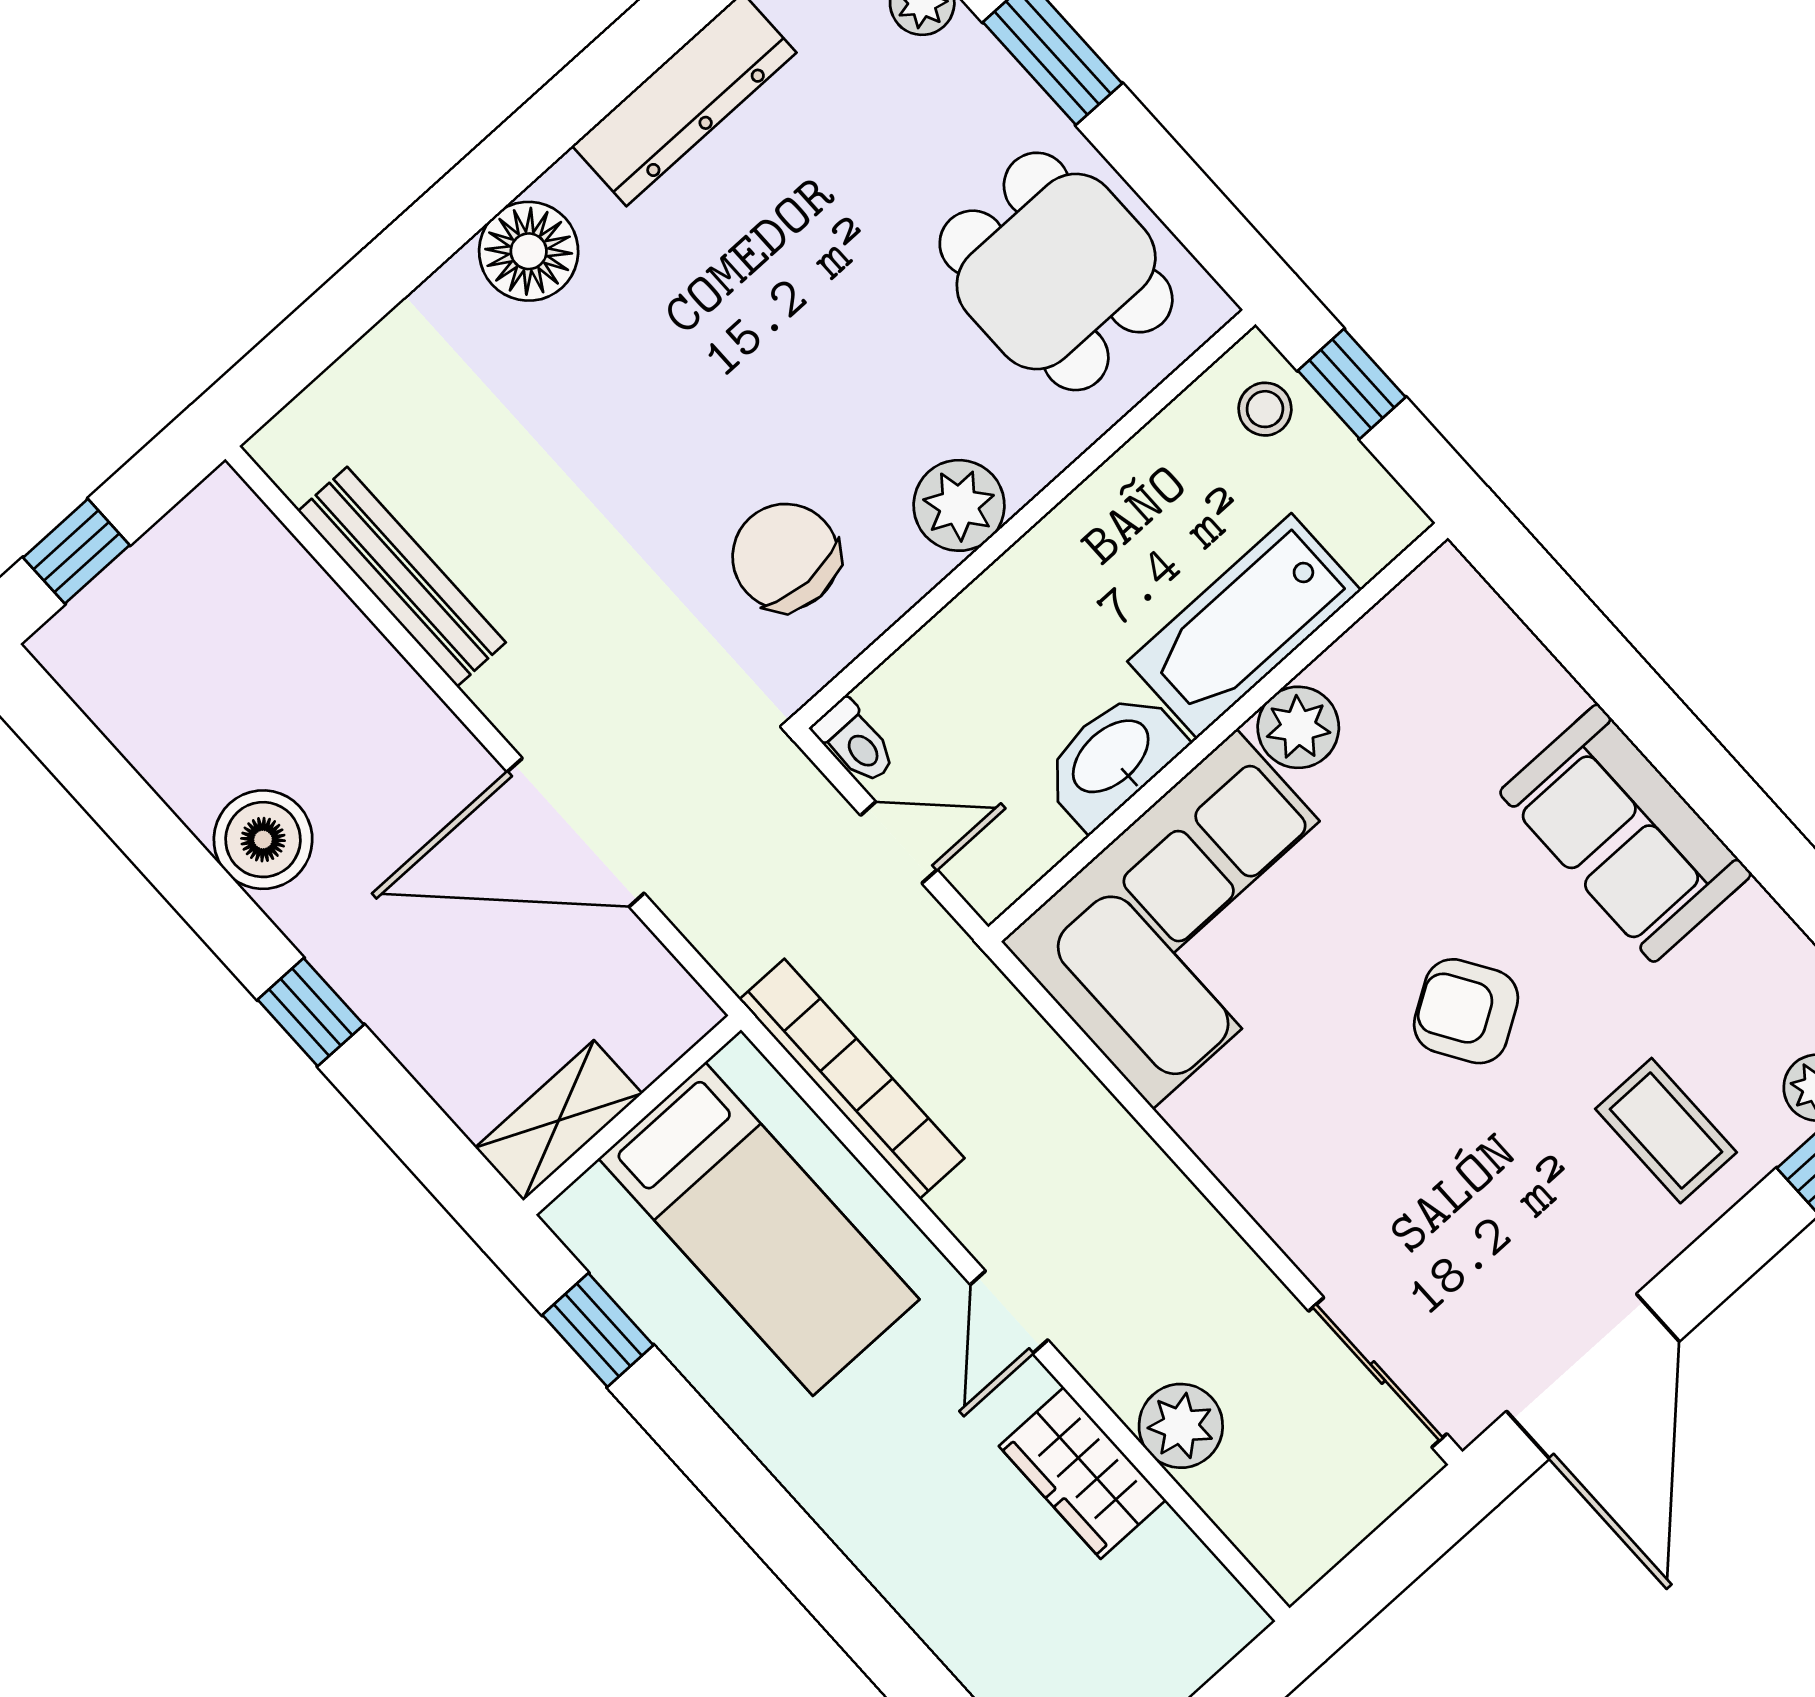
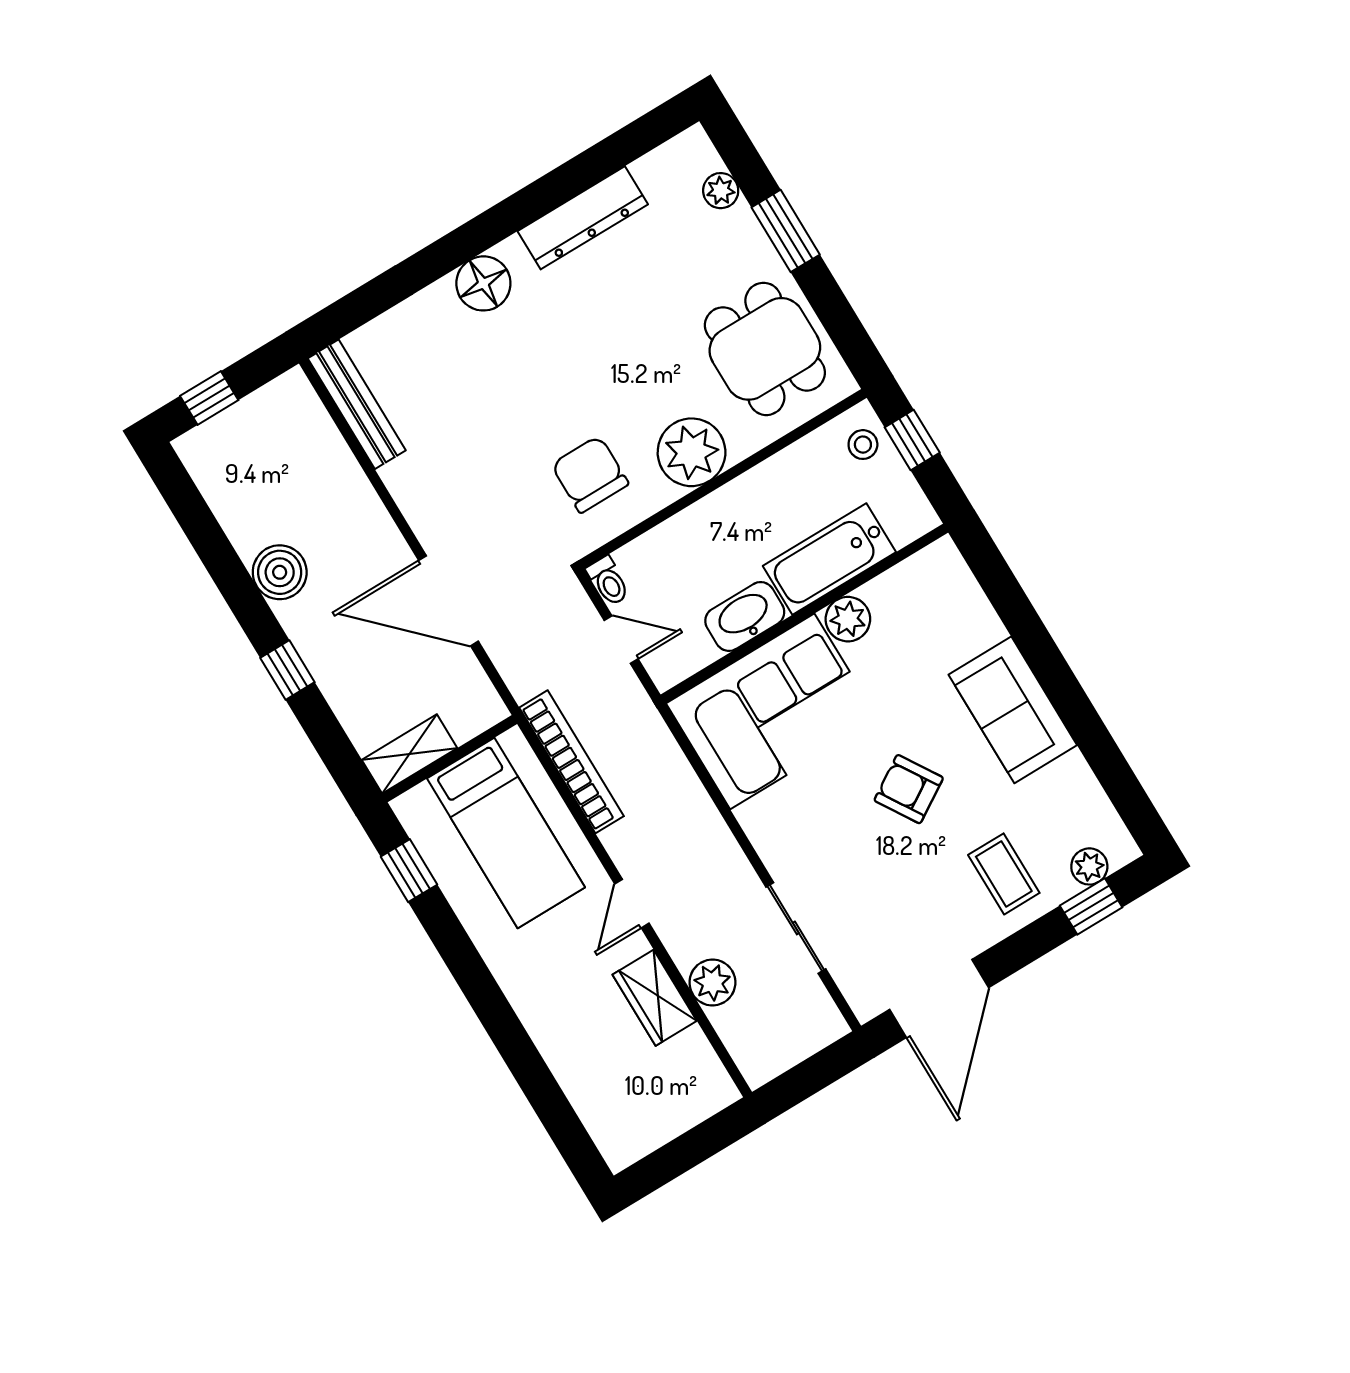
plant: (959, 505) -> (692, 452), width x1.36, depth x1.36
bench: (402, 577) -> (357, 404), moved
sliding door: (1378, 1372) -> (796, 928), moved

